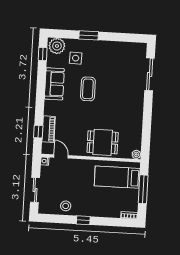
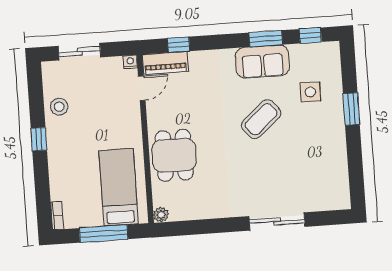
plant: (57, 46) -> (327, 58), removed
sliding door: (150, 74) -> (277, 221), moved
window: (41, 80) -> (266, 39), added
coffee table: (88, 89) -> (261, 119), turned -41
piano: (49, 129) -> (165, 63), moved

